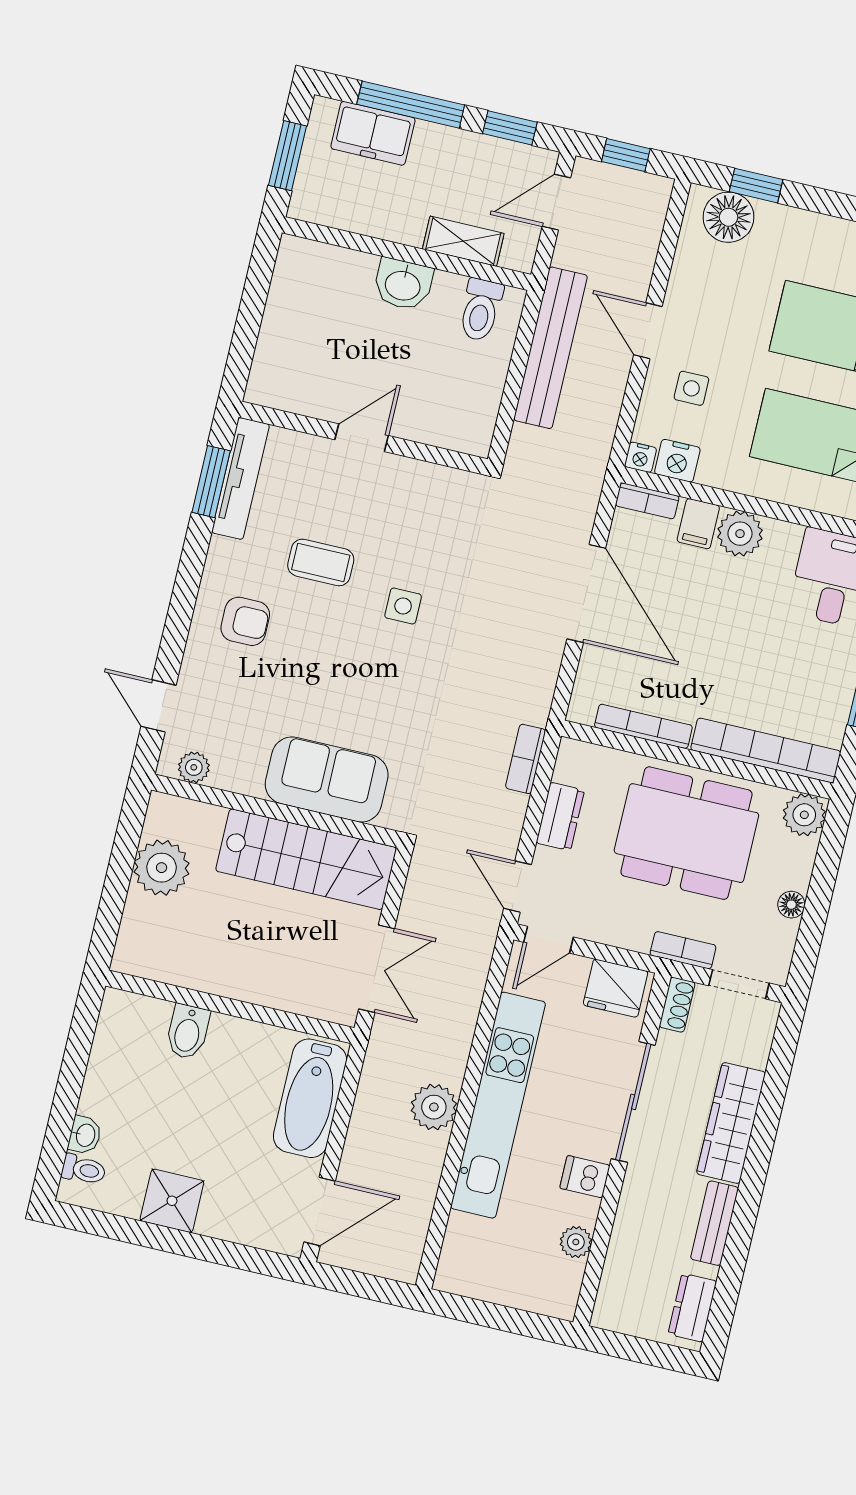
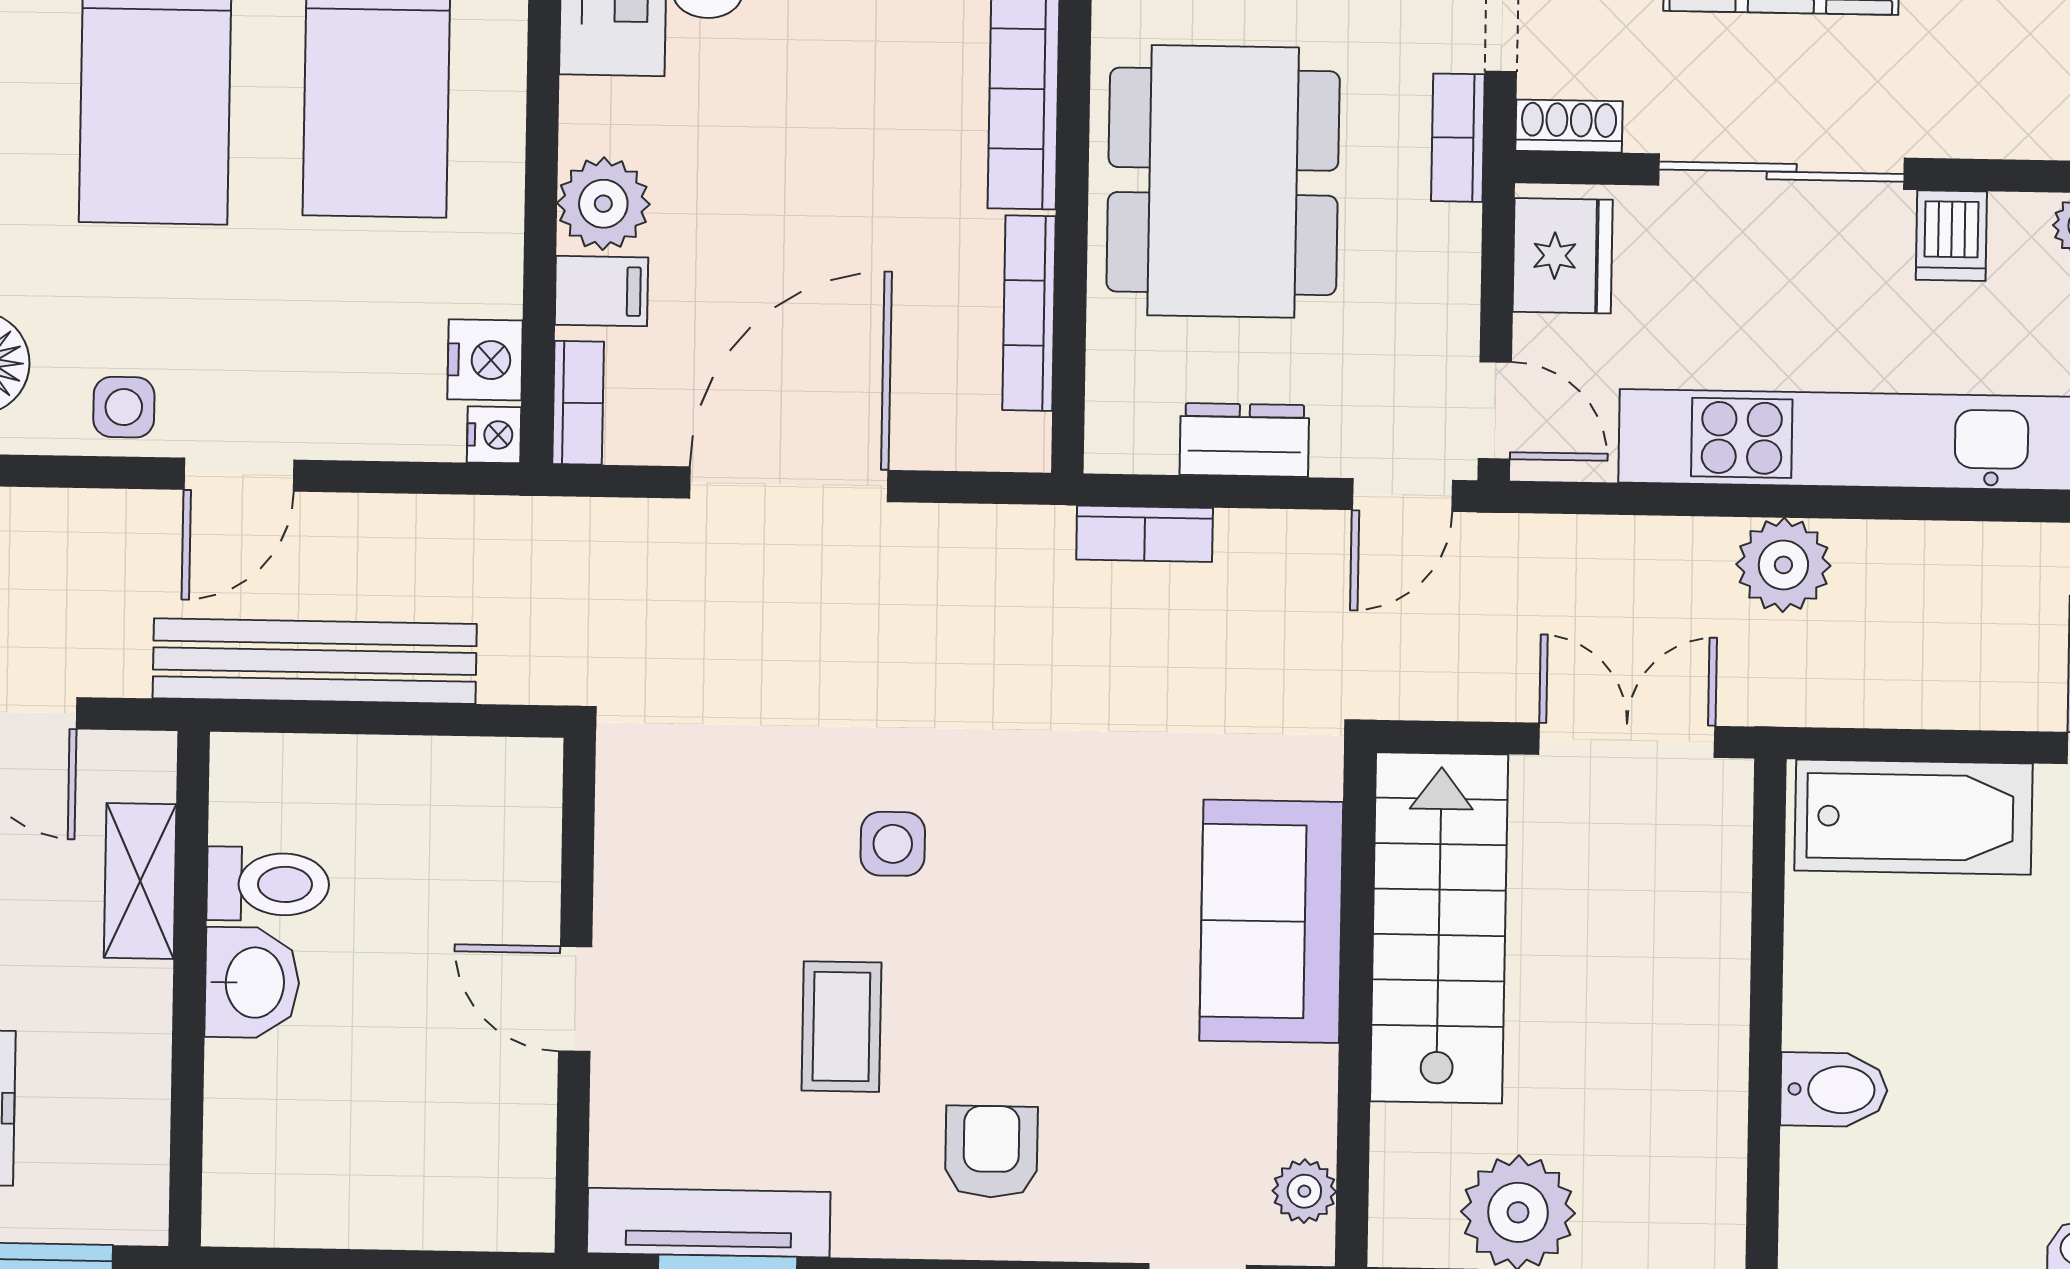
toilet: (481, 310) -> (268, 884), moved
side table: (691, 388) -> (124, 407), moved
plant: (434, 1107) -> (1783, 565), moved

